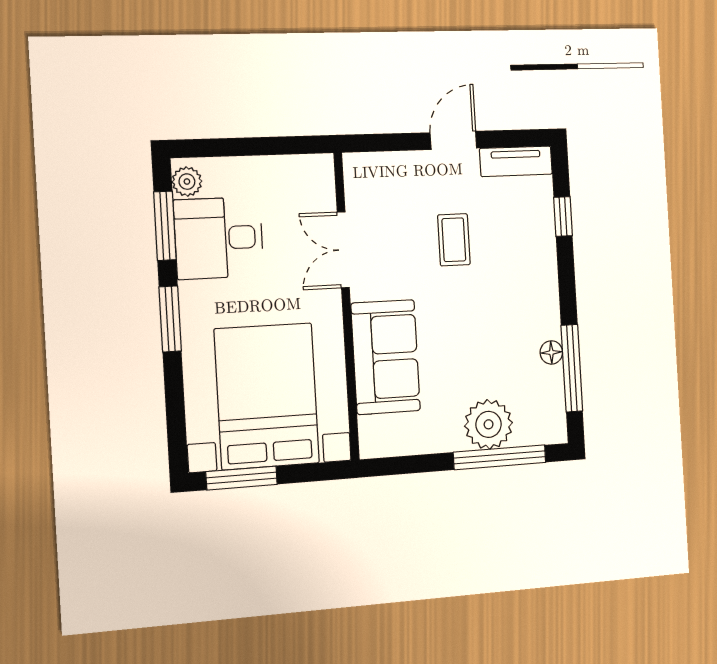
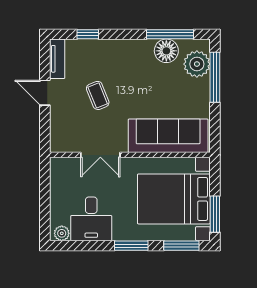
window: (165, 226) -> (181, 246), moved
coffee table: (454, 240) -> (98, 95), turned 68
floor lamp: (551, 352) -> (166, 51), width x1.89, depth x1.89
sofa: (386, 357) -> (168, 136), width x1.36
plant: (489, 424) -> (197, 64), moved

